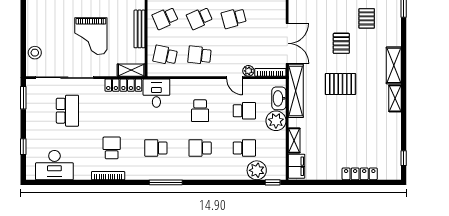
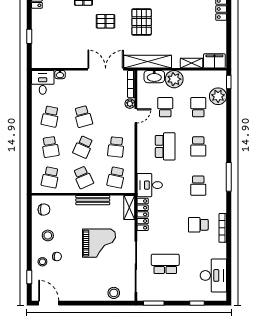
school desk: (200, 18) -> (83, 147), turned 48
school desk: (200, 111) -> (165, 146), width x1.85

